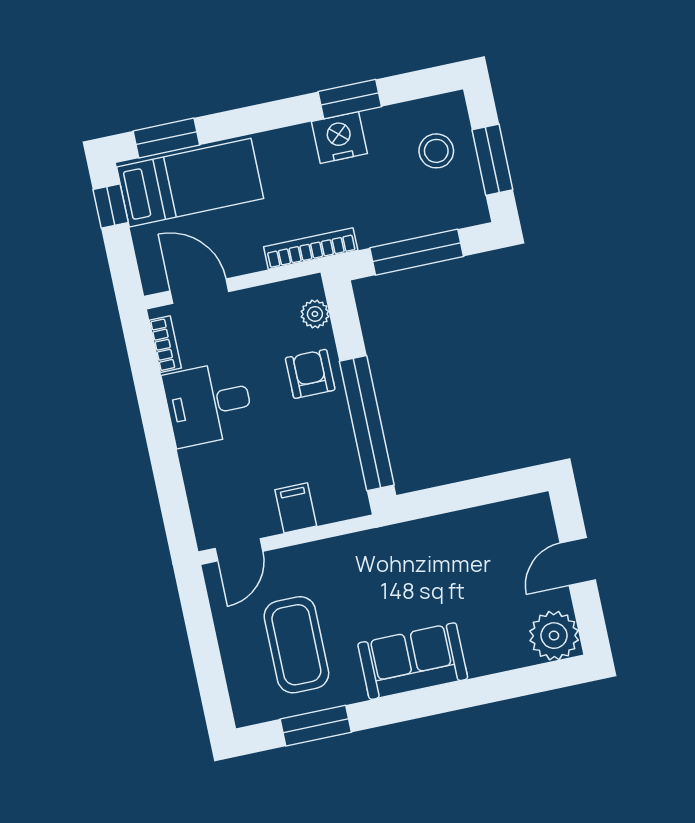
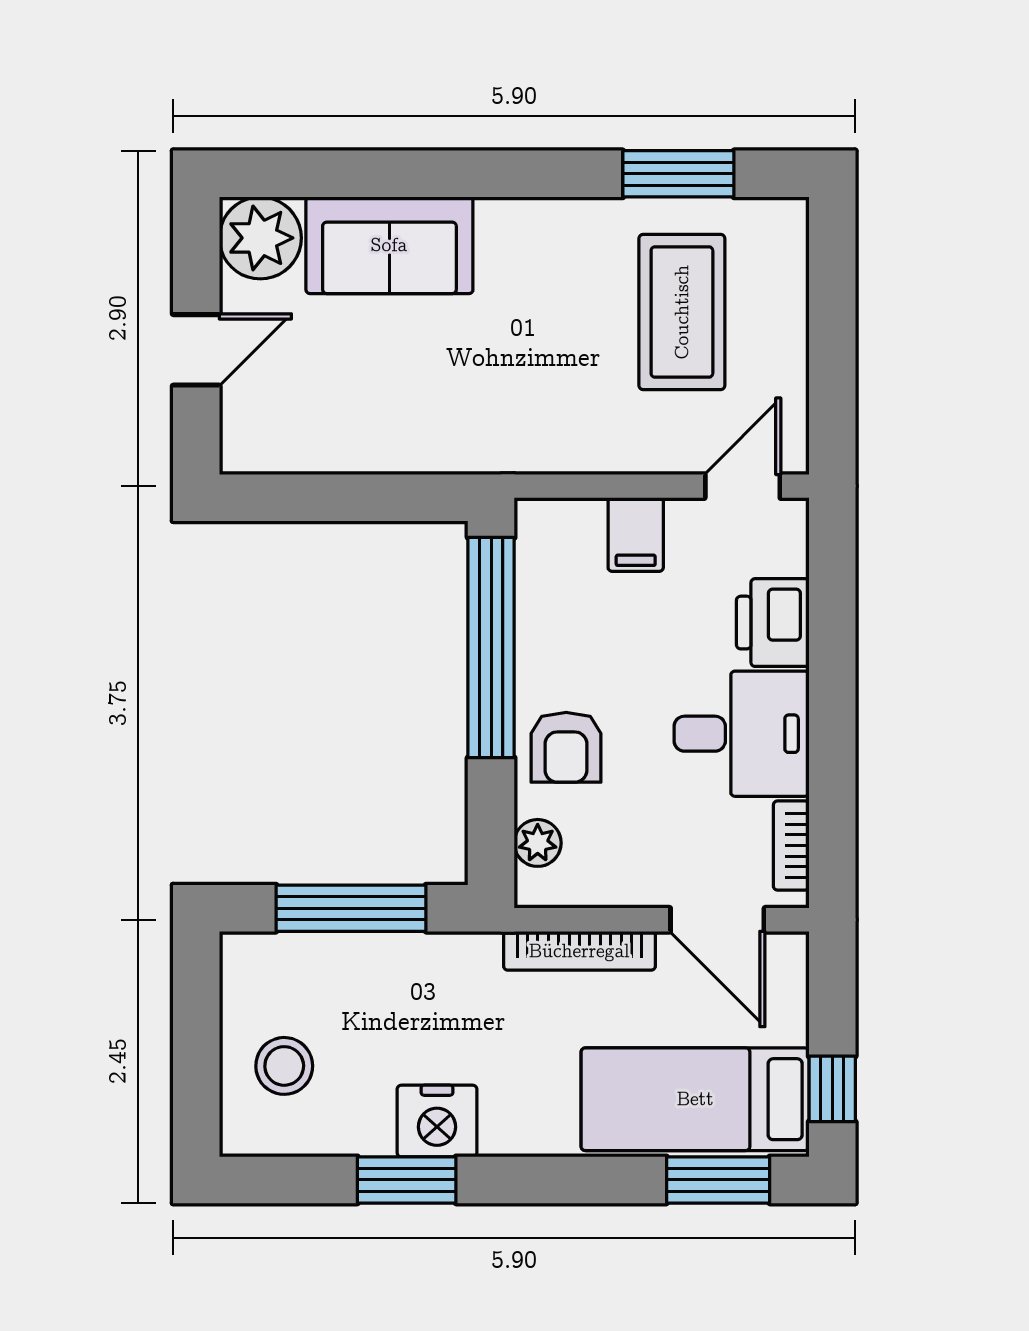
window: (492, 160) -> (196, 1032), removed
bookcase: (311, 248) -> (579, 951), moved
printer: (204, 473) -> (773, 623), added
sofa: (413, 661) -> (389, 245), moved

